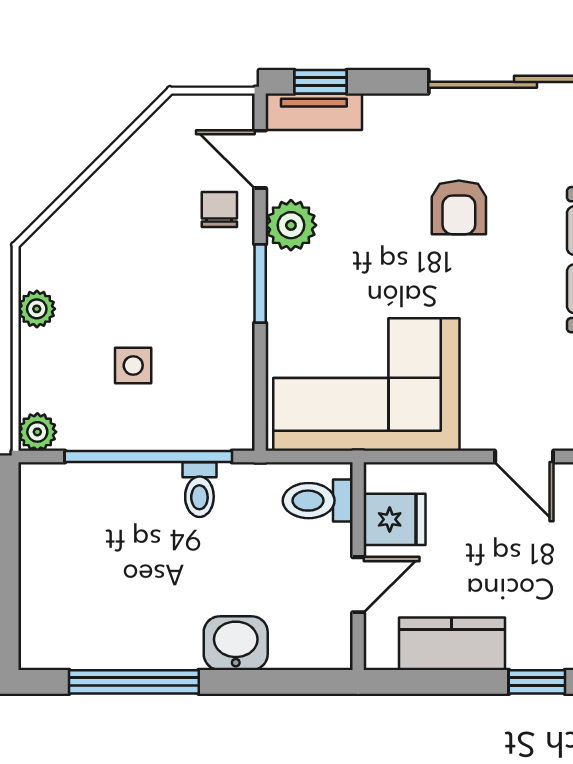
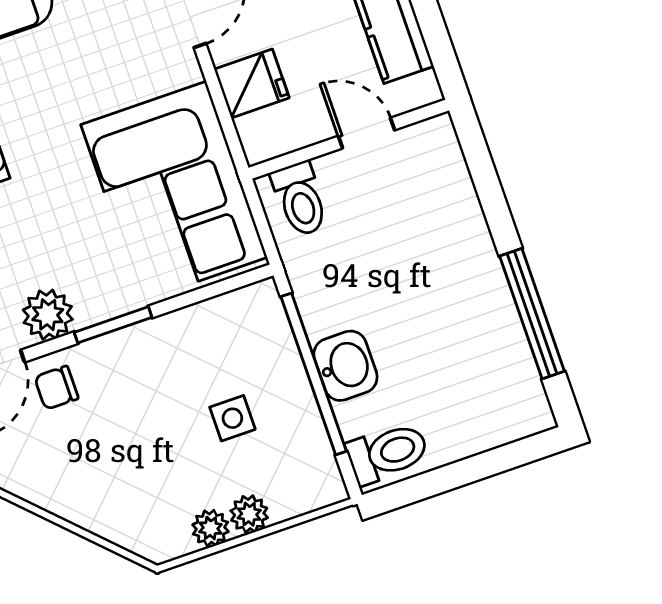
plant: (37, 432) -> (249, 514), moved
toilet: (199, 490) -> (387, 453), moved, width x1.37, depth x1.39
fridge: (394, 519) -> (252, 83), moved, turned 90
washbasin: (236, 643) -> (345, 366), moved, turned 180

